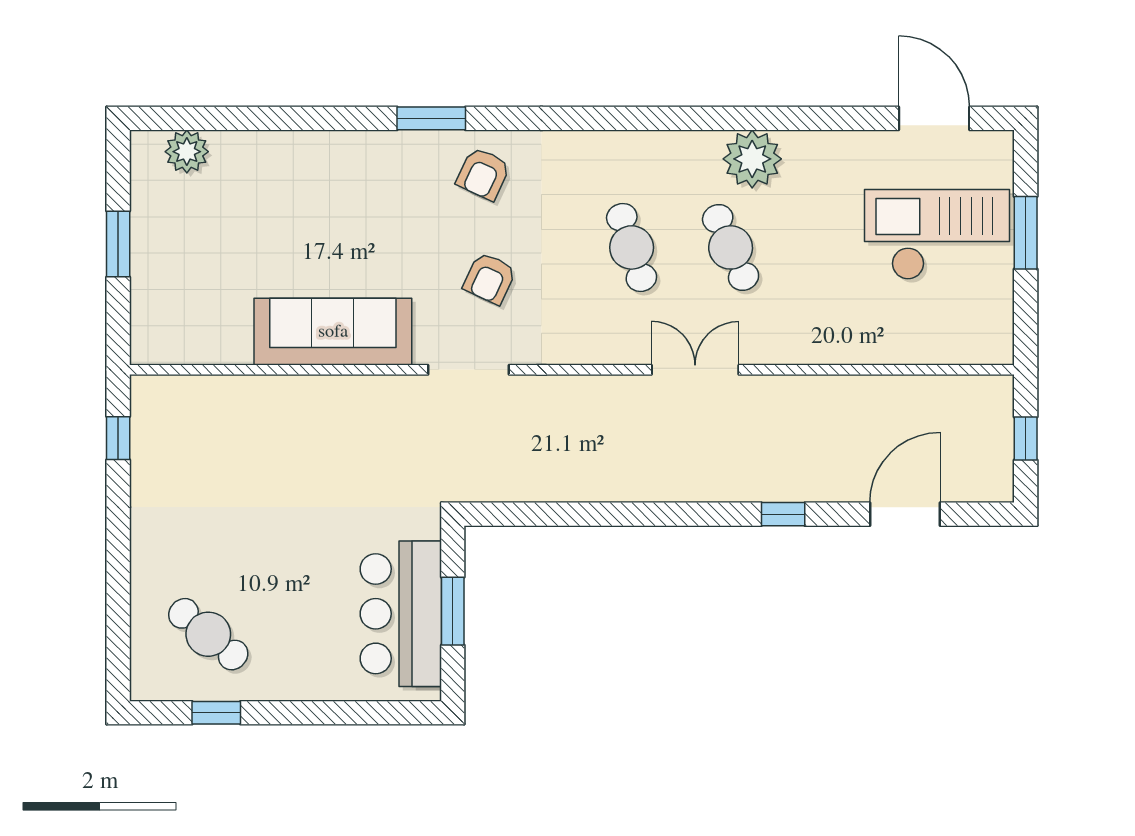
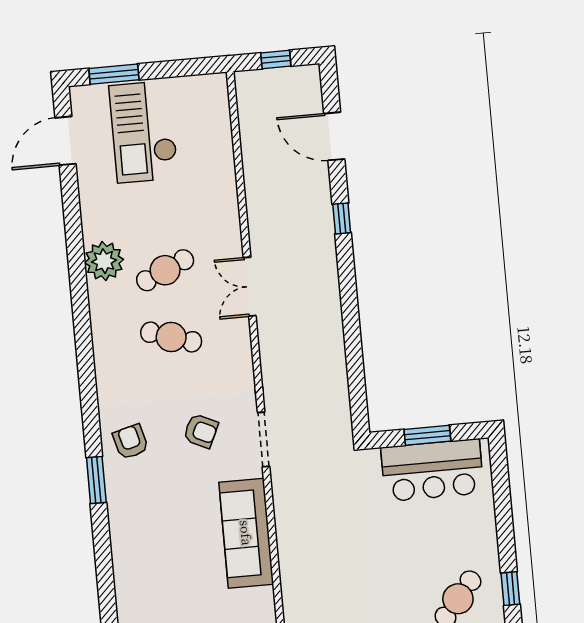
armchair: (483, 174) -> (131, 442), turned -130
window: (1026, 233) -> (114, 74), moved
cafe table: (632, 247) -> (171, 337), turned 36

